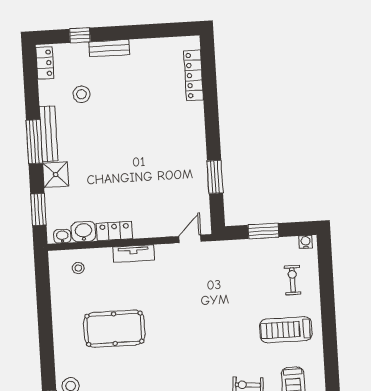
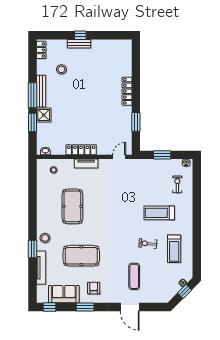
window: (80, 35) -> (80, 35), moved
locker: (194, 75) -> (127, 91), moved
window: (38, 209) -> (33, 123), moved
locker: (114, 231) -> (81, 150), width x1.53
washbasin: (84, 232) -> (58, 149), removed
pool table: (114, 329) -> (72, 206), turned 90
treadmill: (286, 330) -> (159, 213), moved

